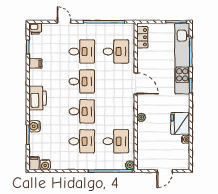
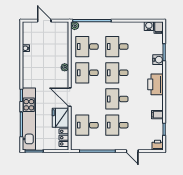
desk: (116, 111) -> (87, 73), added
fridge: (180, 123) -> (60, 118), moved, turned 180
door: (165, 171) -> (44, 21), hinge flipped

